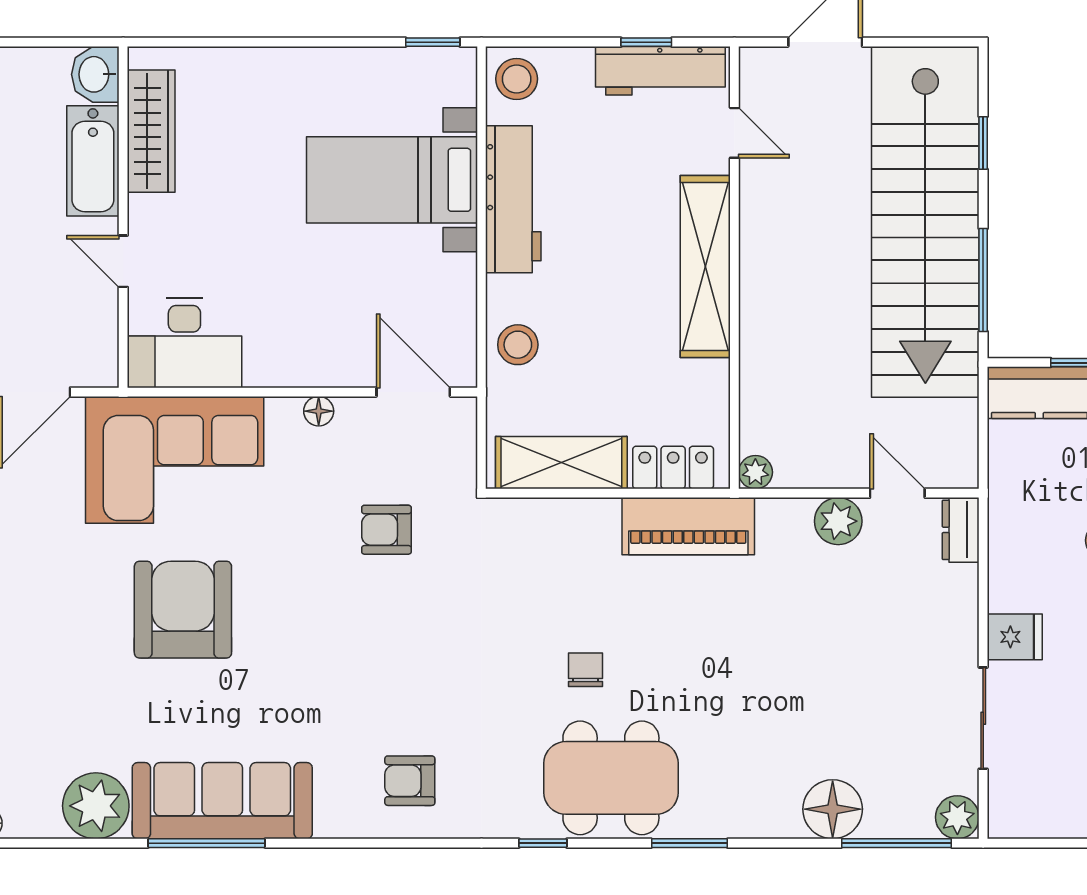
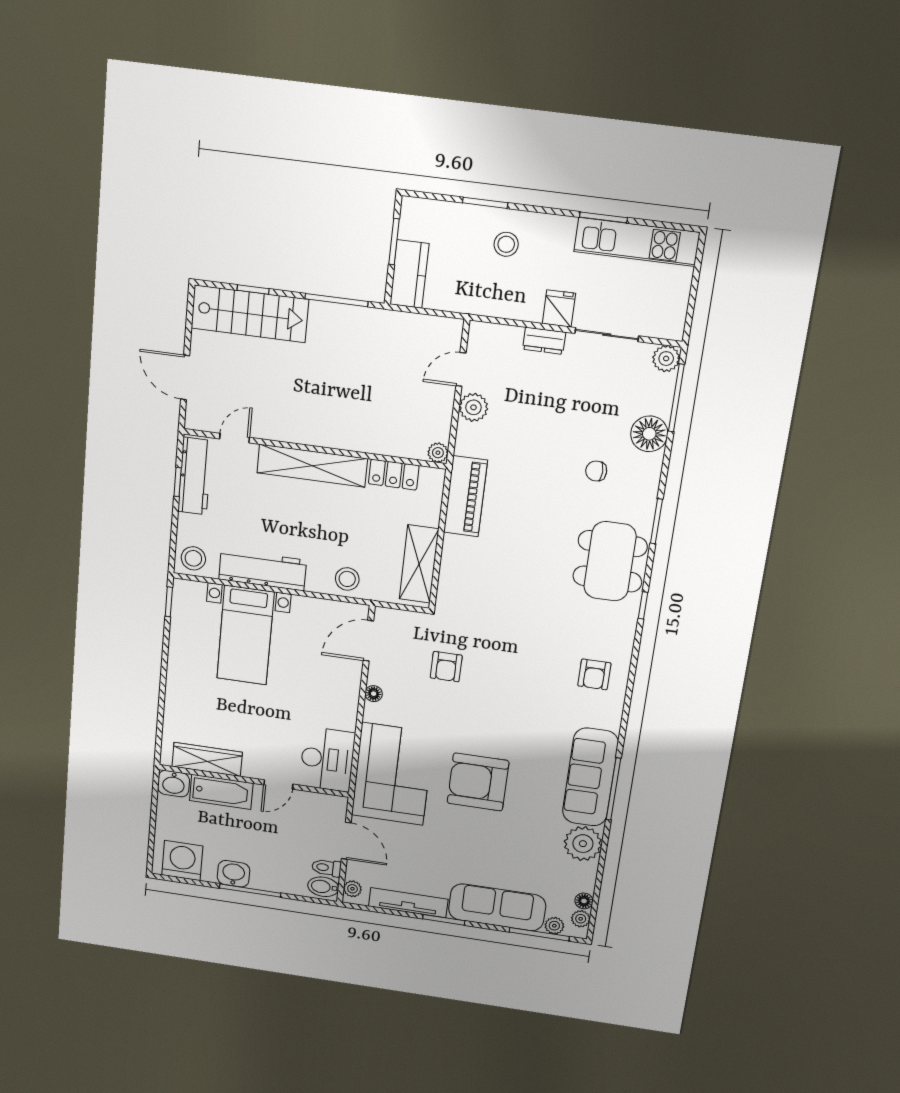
stairs: (925, 222) -> (250, 314), width x0.54, depth x0.66
locker: (673, 468) -> (394, 475), moved, turned -90
dresser: (961, 530) -> (544, 341), moved
chair: (586, 670) -> (596, 471), moved

